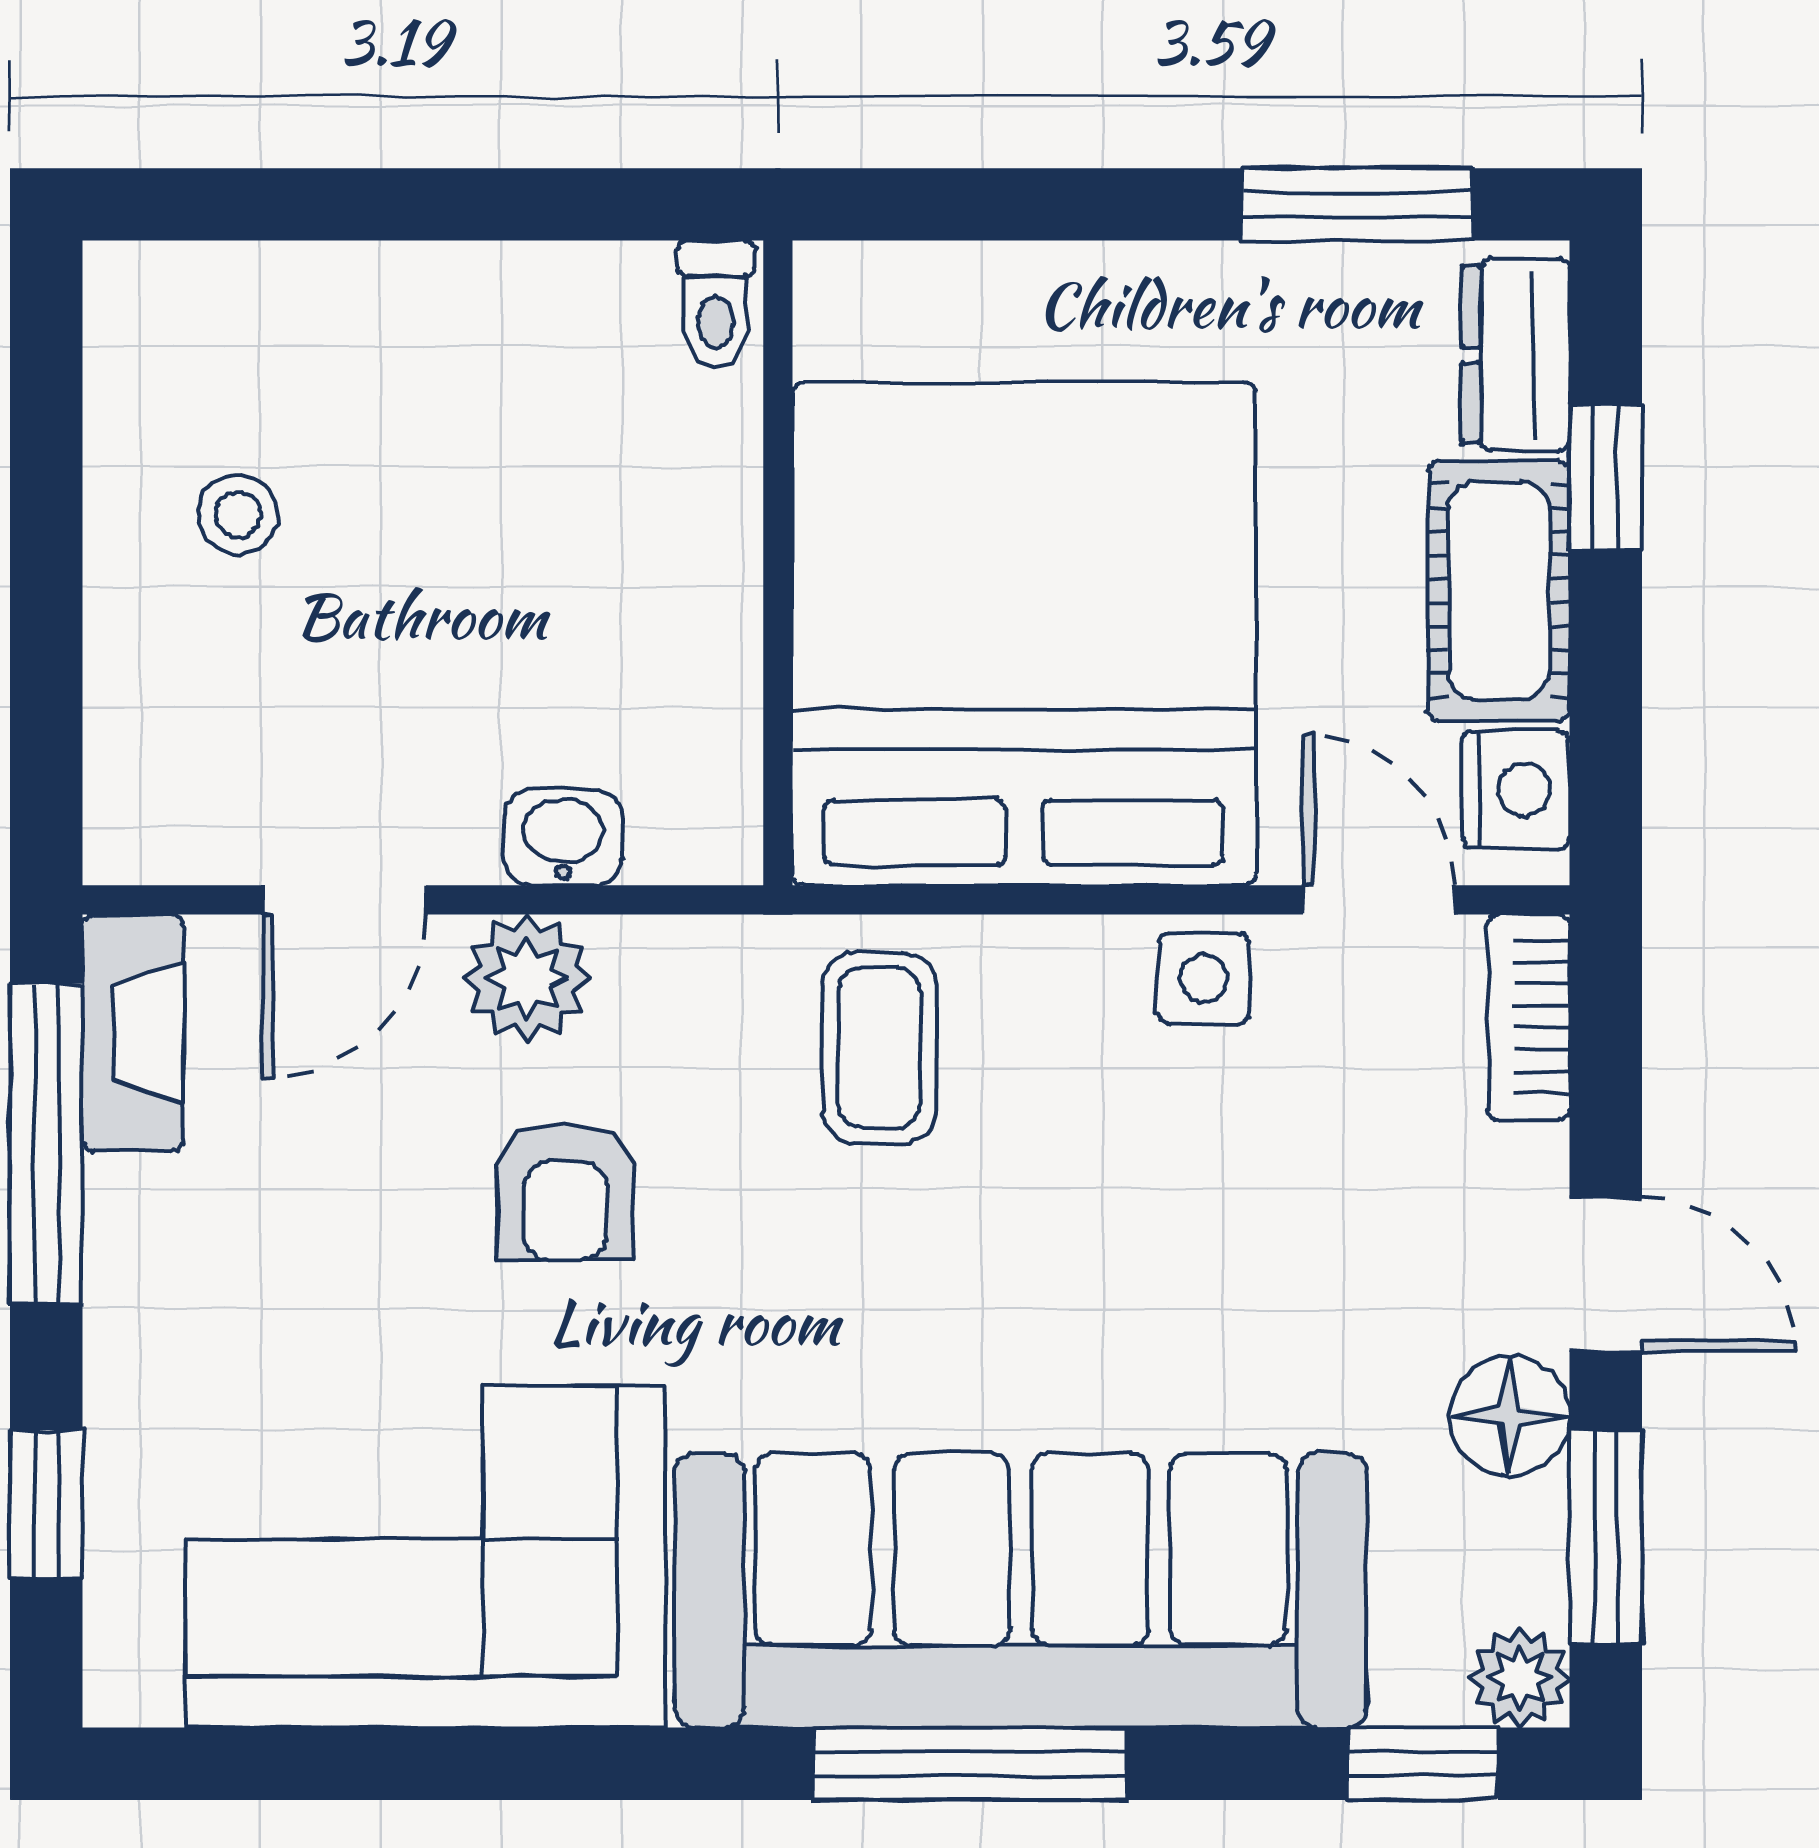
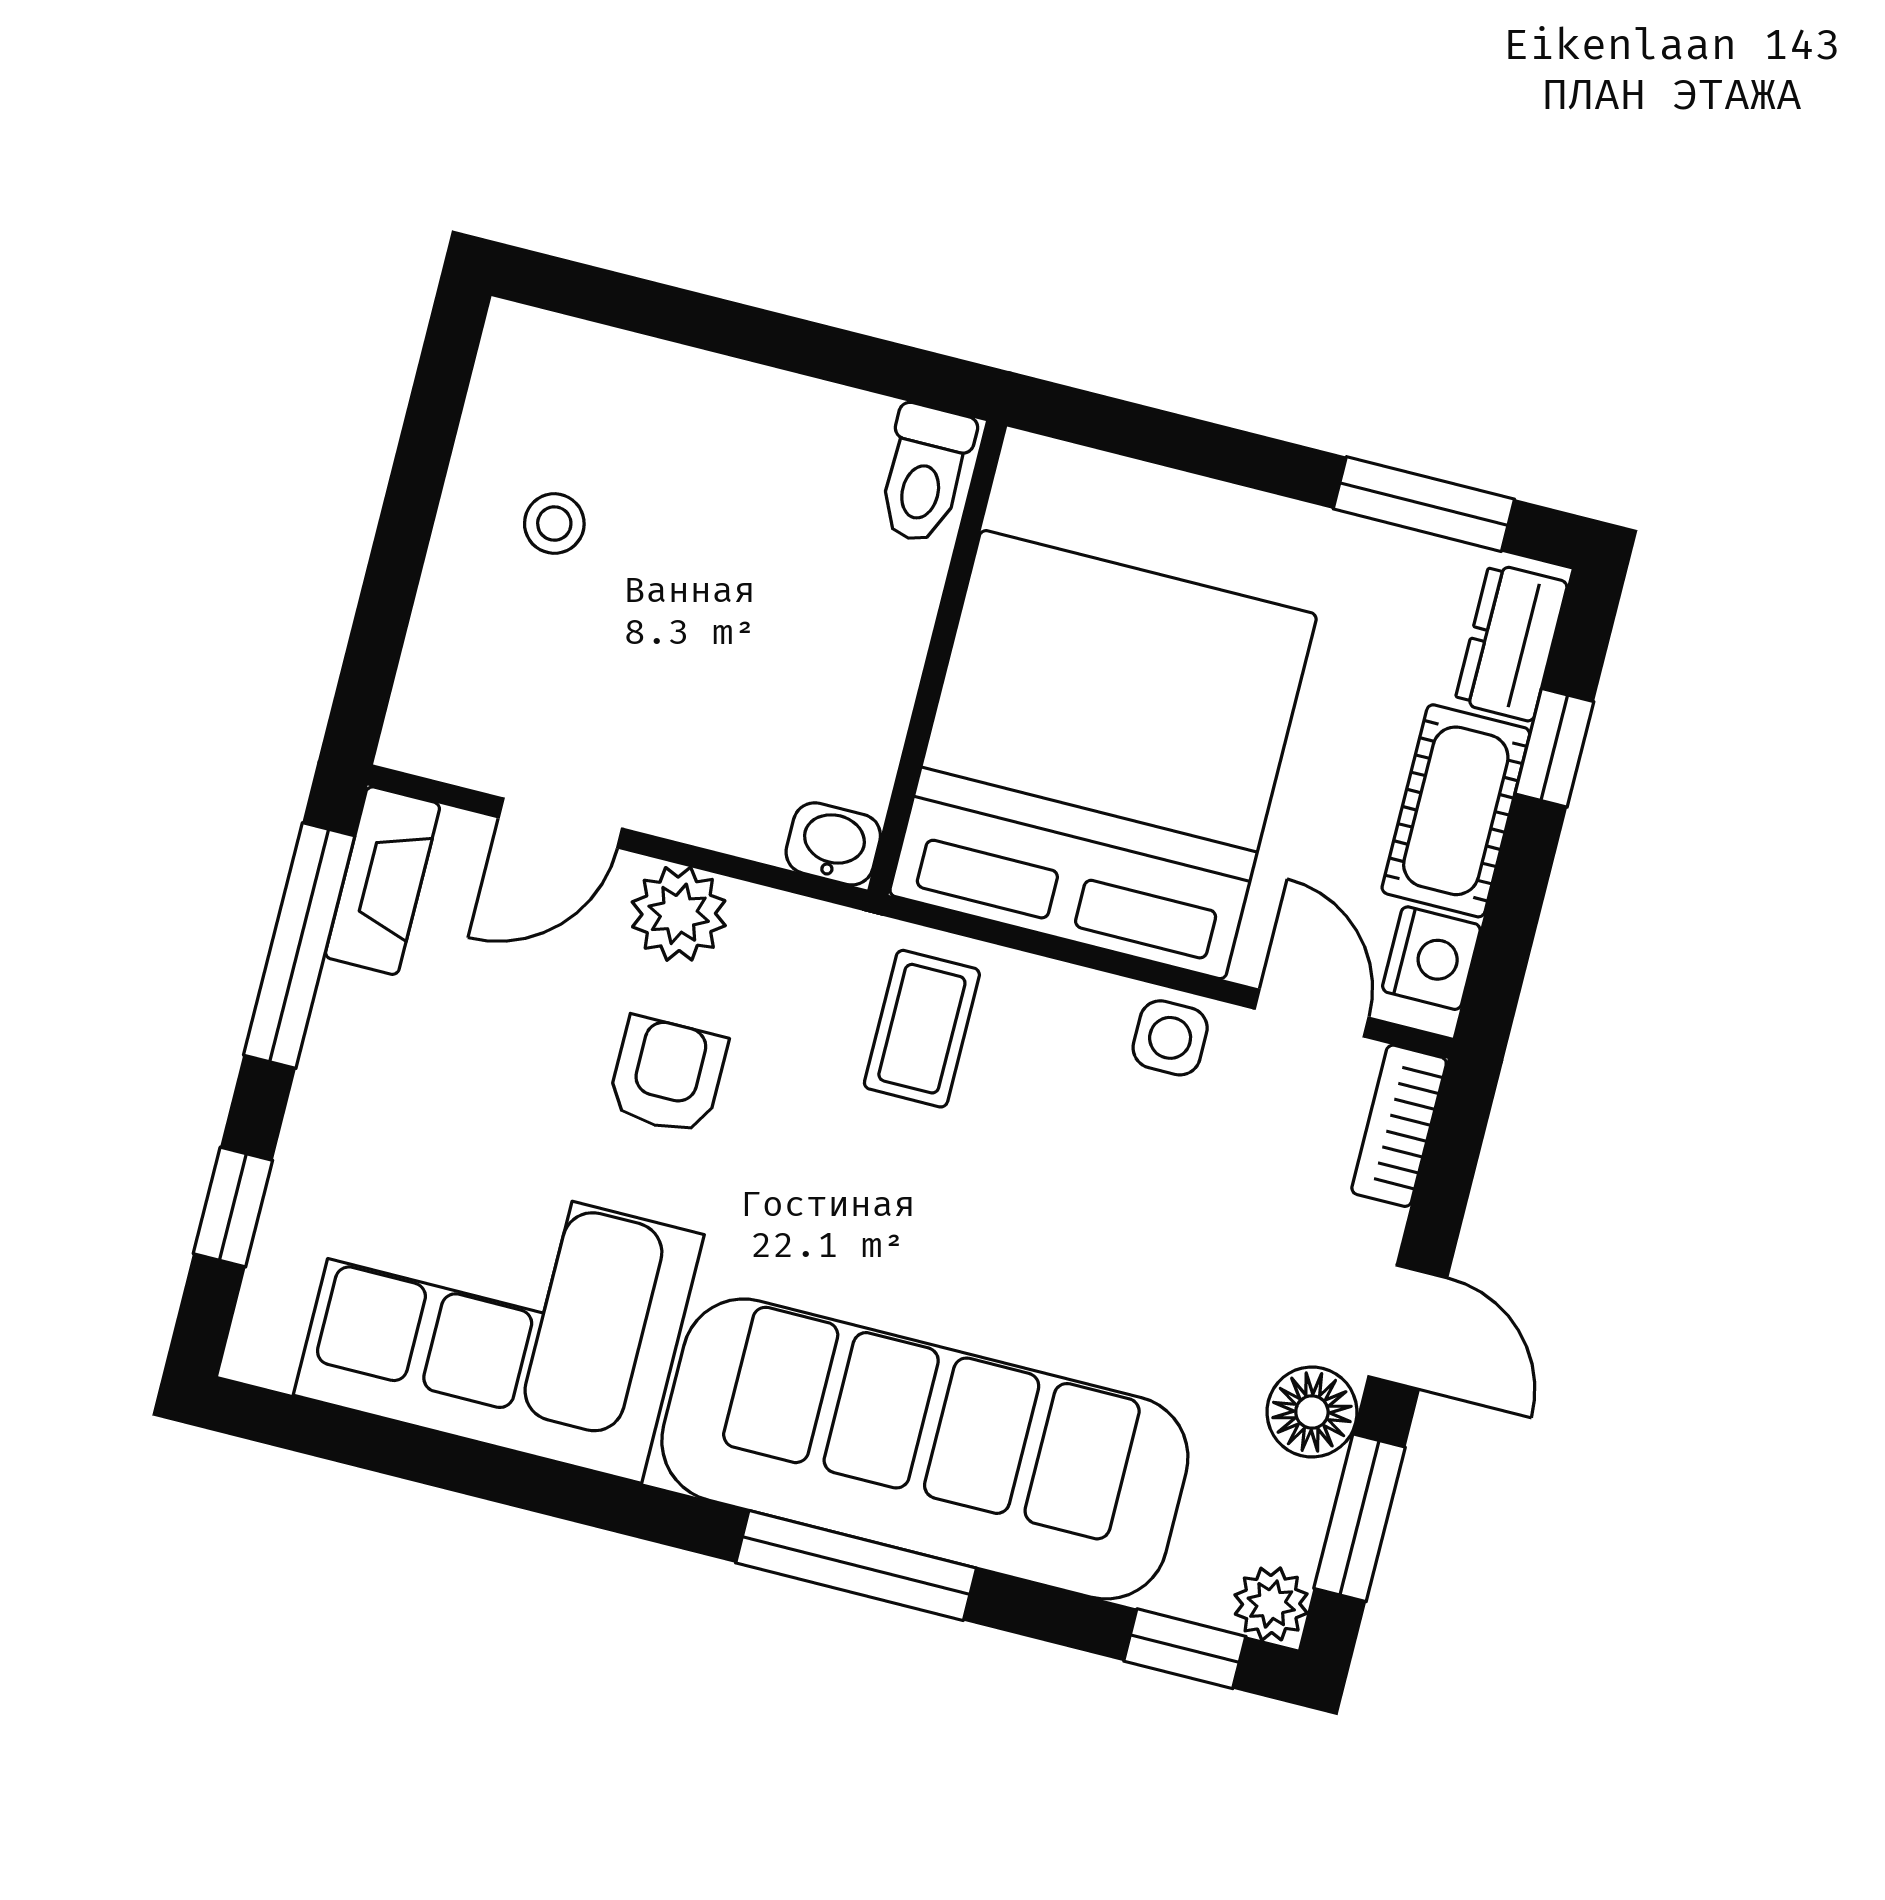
toilet: (716, 304) -> (925, 474), width x1.37, depth x1.39
washbasin: (563, 837) -> (833, 844), moved
armchair: (565, 1192) -> (667, 1076), turned 180

